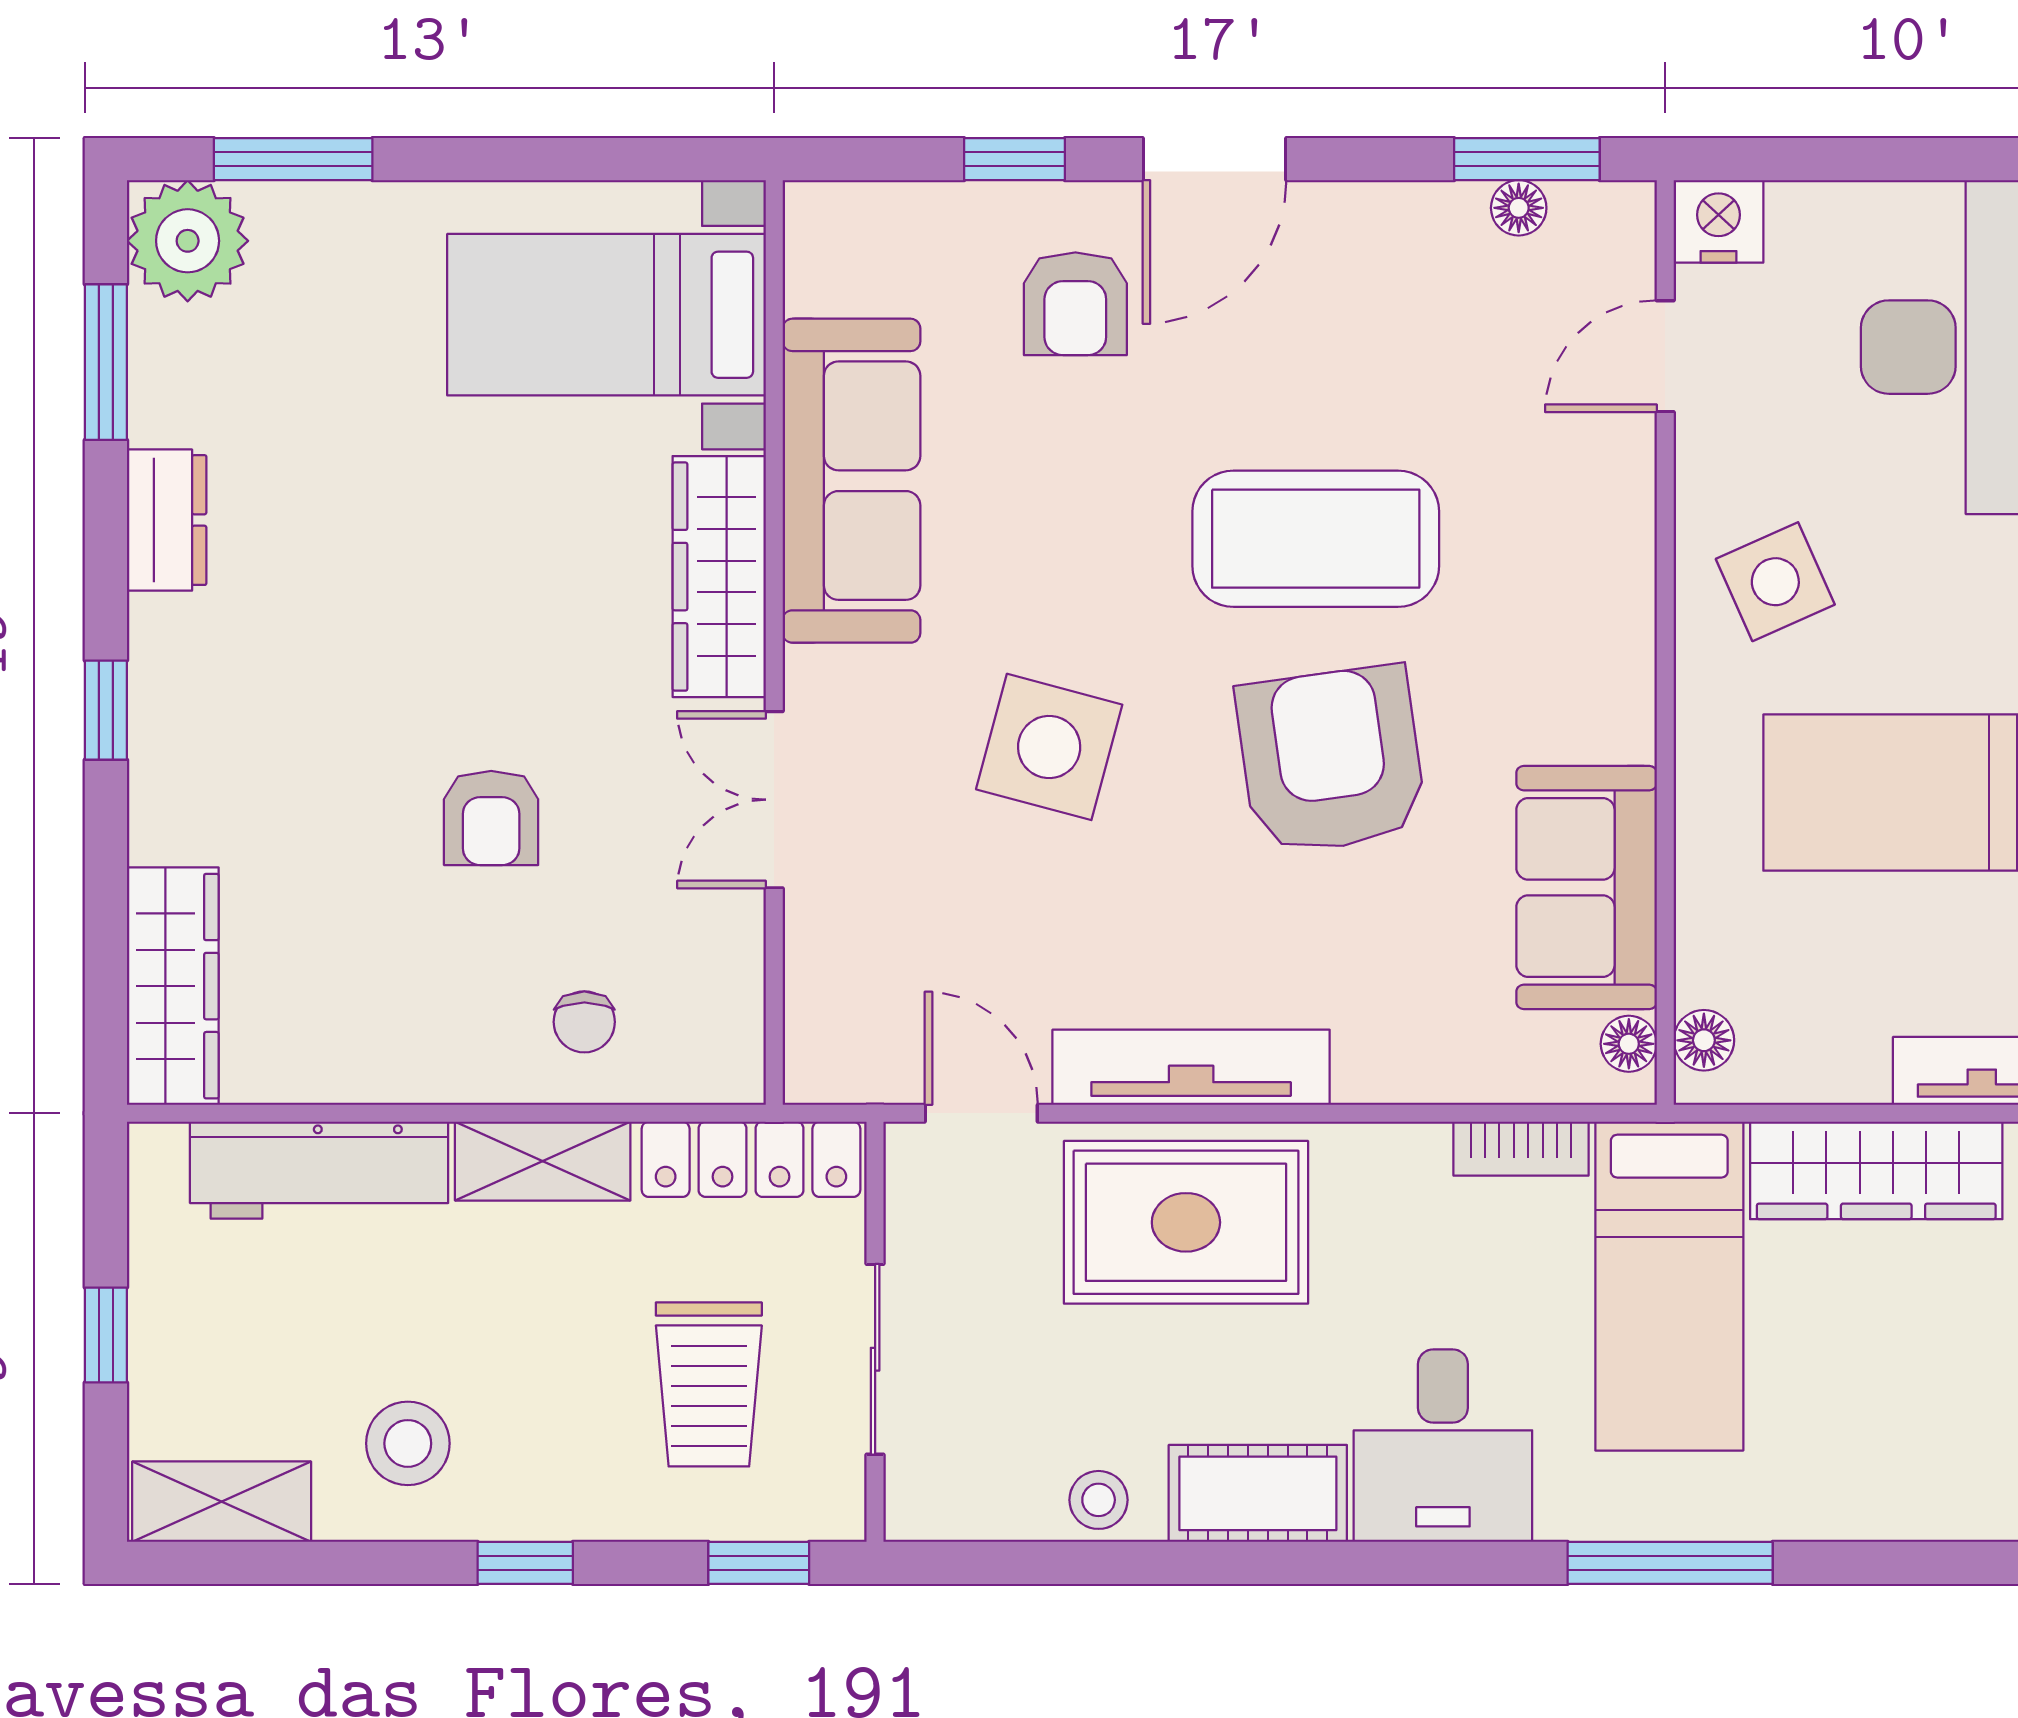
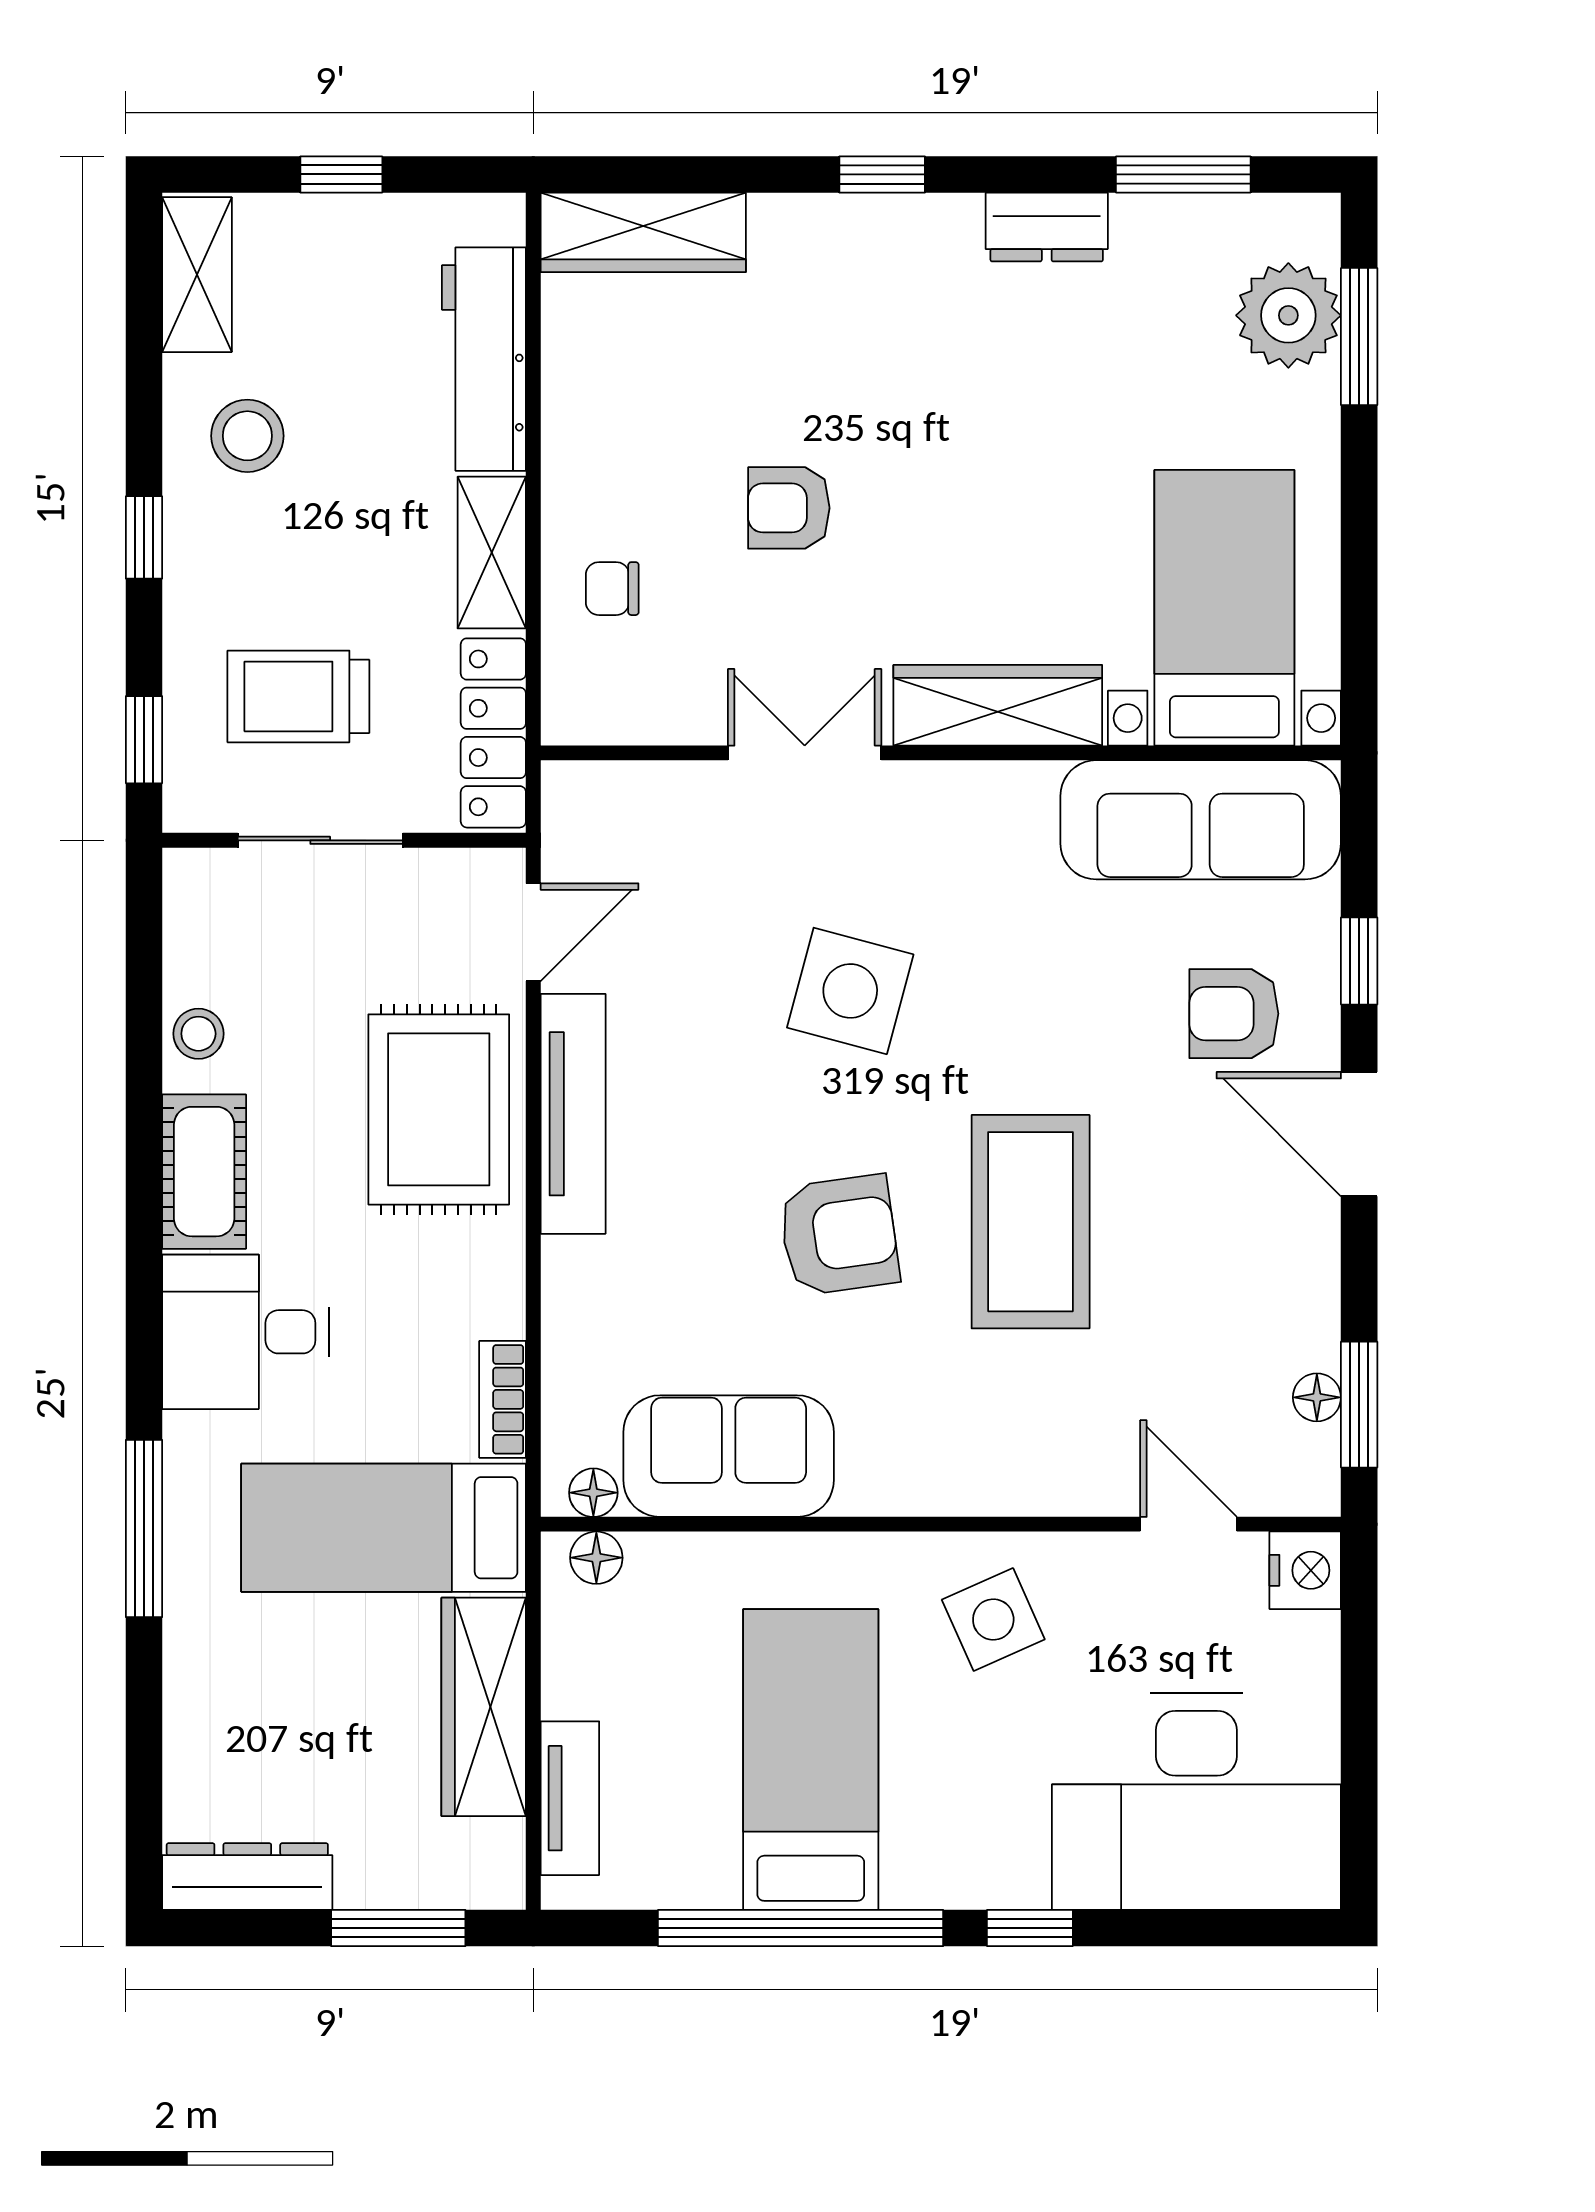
plant: (188, 241) -> (1288, 315), moved
sofa: (851, 481) -> (1201, 820), moved
armchair: (1331, 760) -> (839, 1235), width x0.73, depth x0.73

